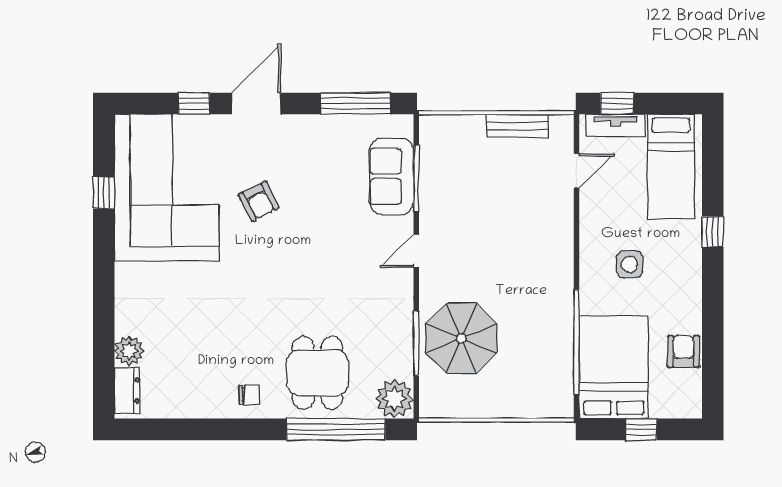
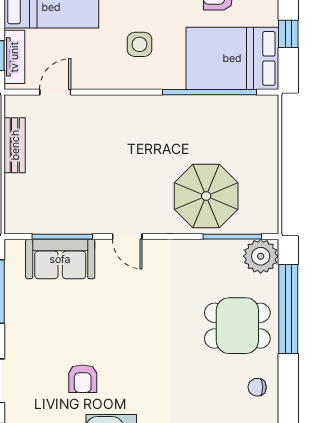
door: (577, 171) -> (55, 92), hinge flipped
armchair: (259, 201) -> (83, 379), turned 117
window: (416, 343) -> (232, 237), moved
chair: (249, 395) -> (257, 387), turned -90

